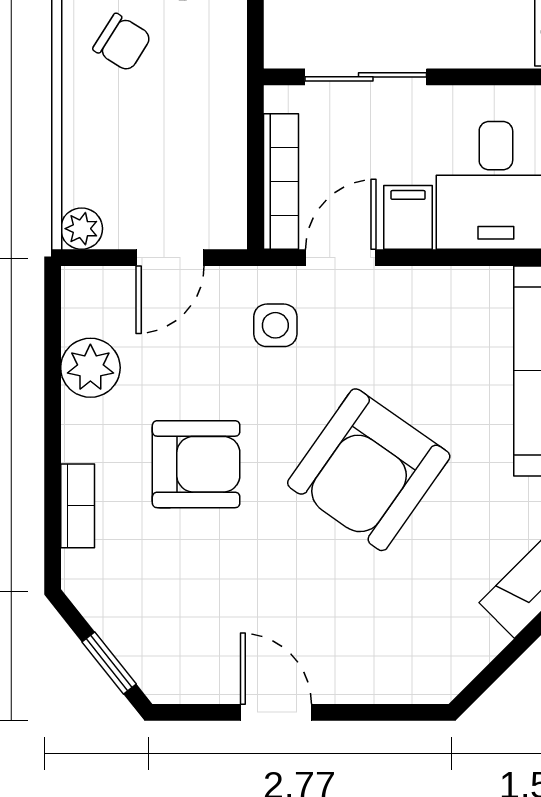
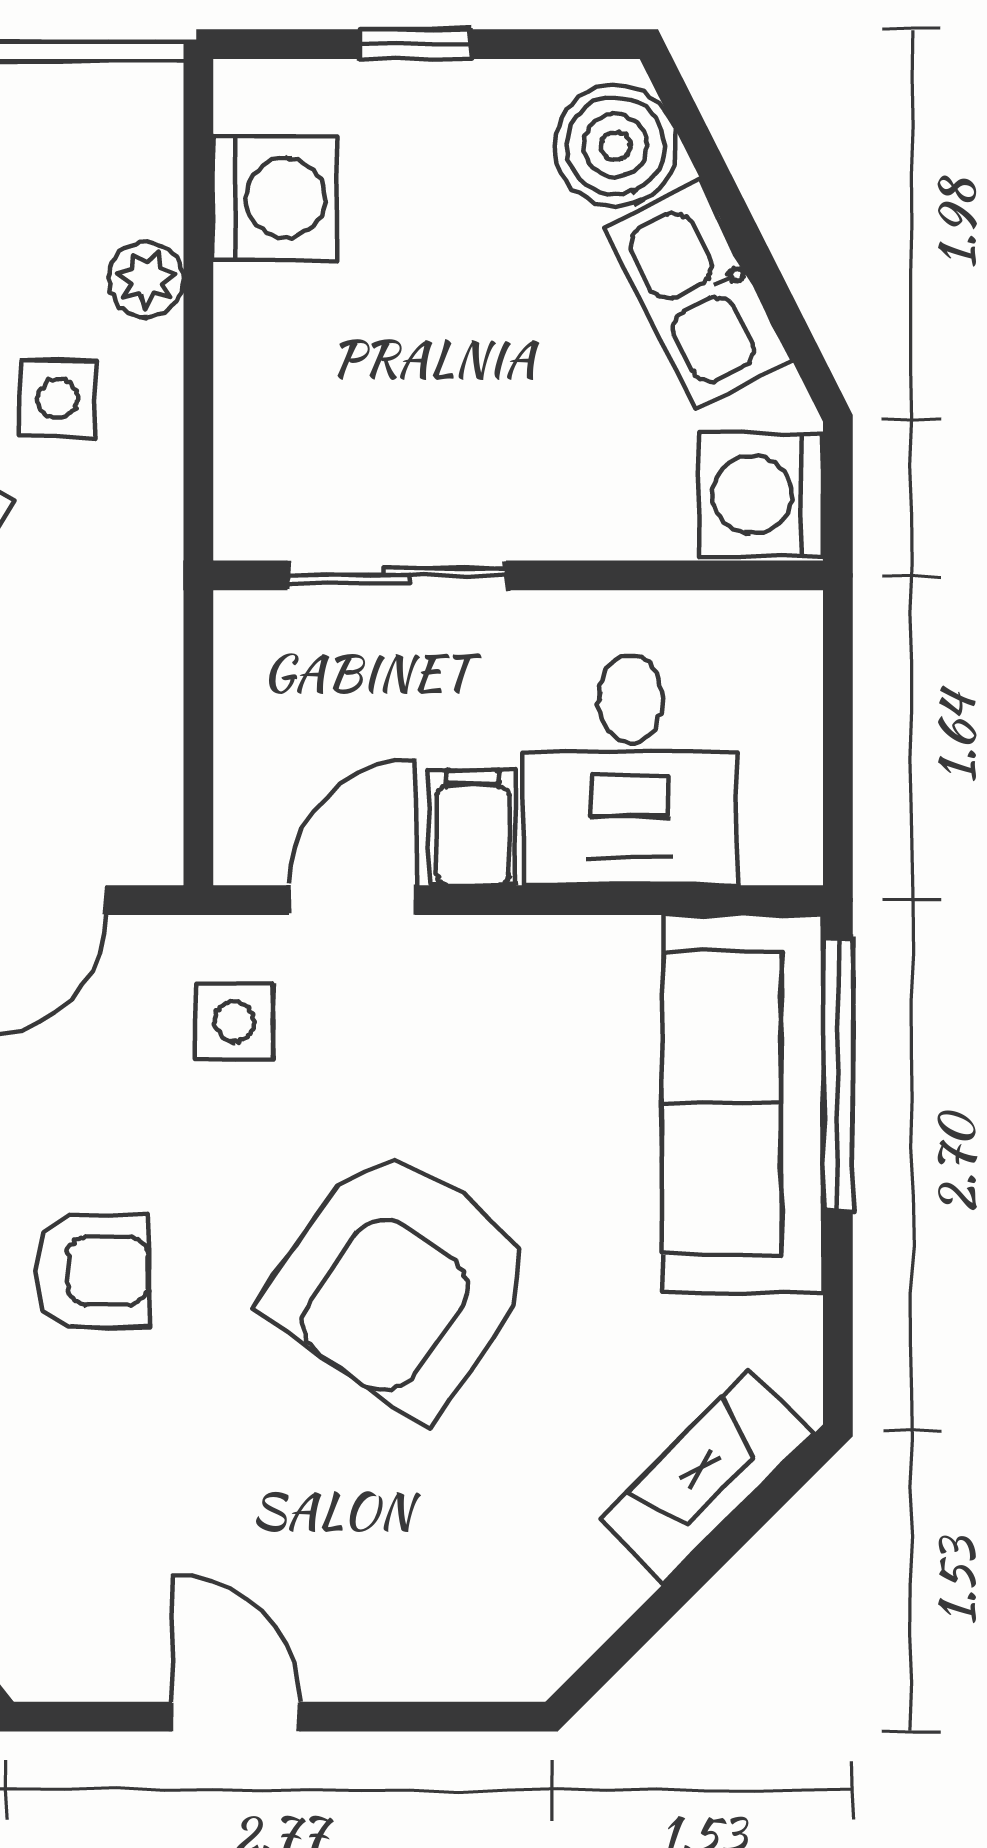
bookcase: (281, 182) -> (244, 763), removed
armchair: (196, 464) -> (92, 1271), width x0.72, depth x0.72

